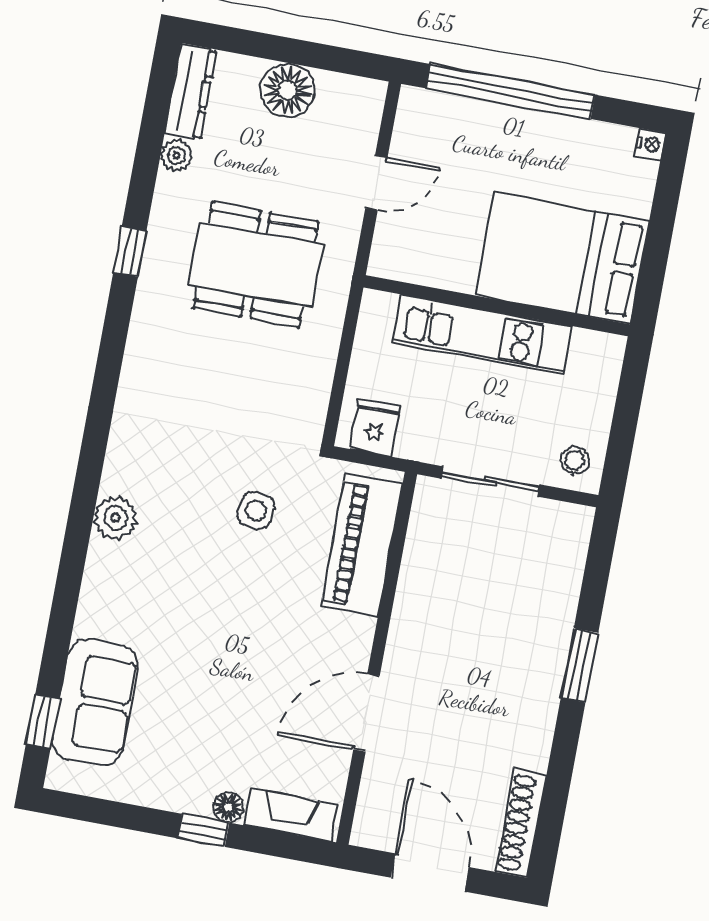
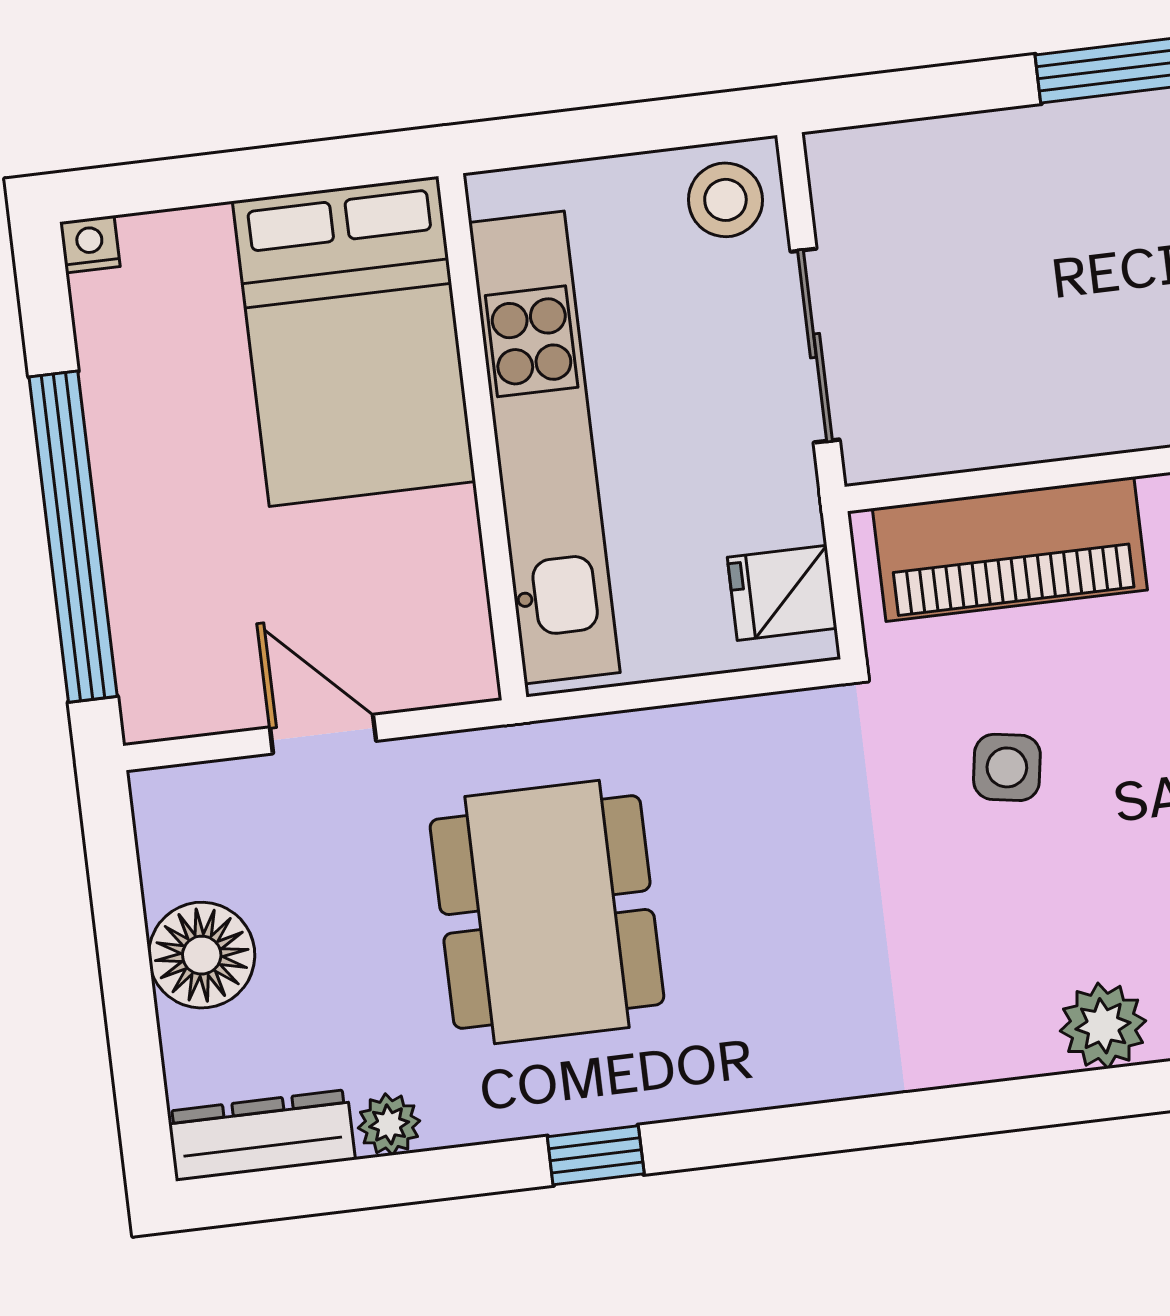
kitchen unit: (482, 334) -> (544, 448), width x1.36
stool: (575, 460) -> (725, 200), width x1.37, depth x1.37

